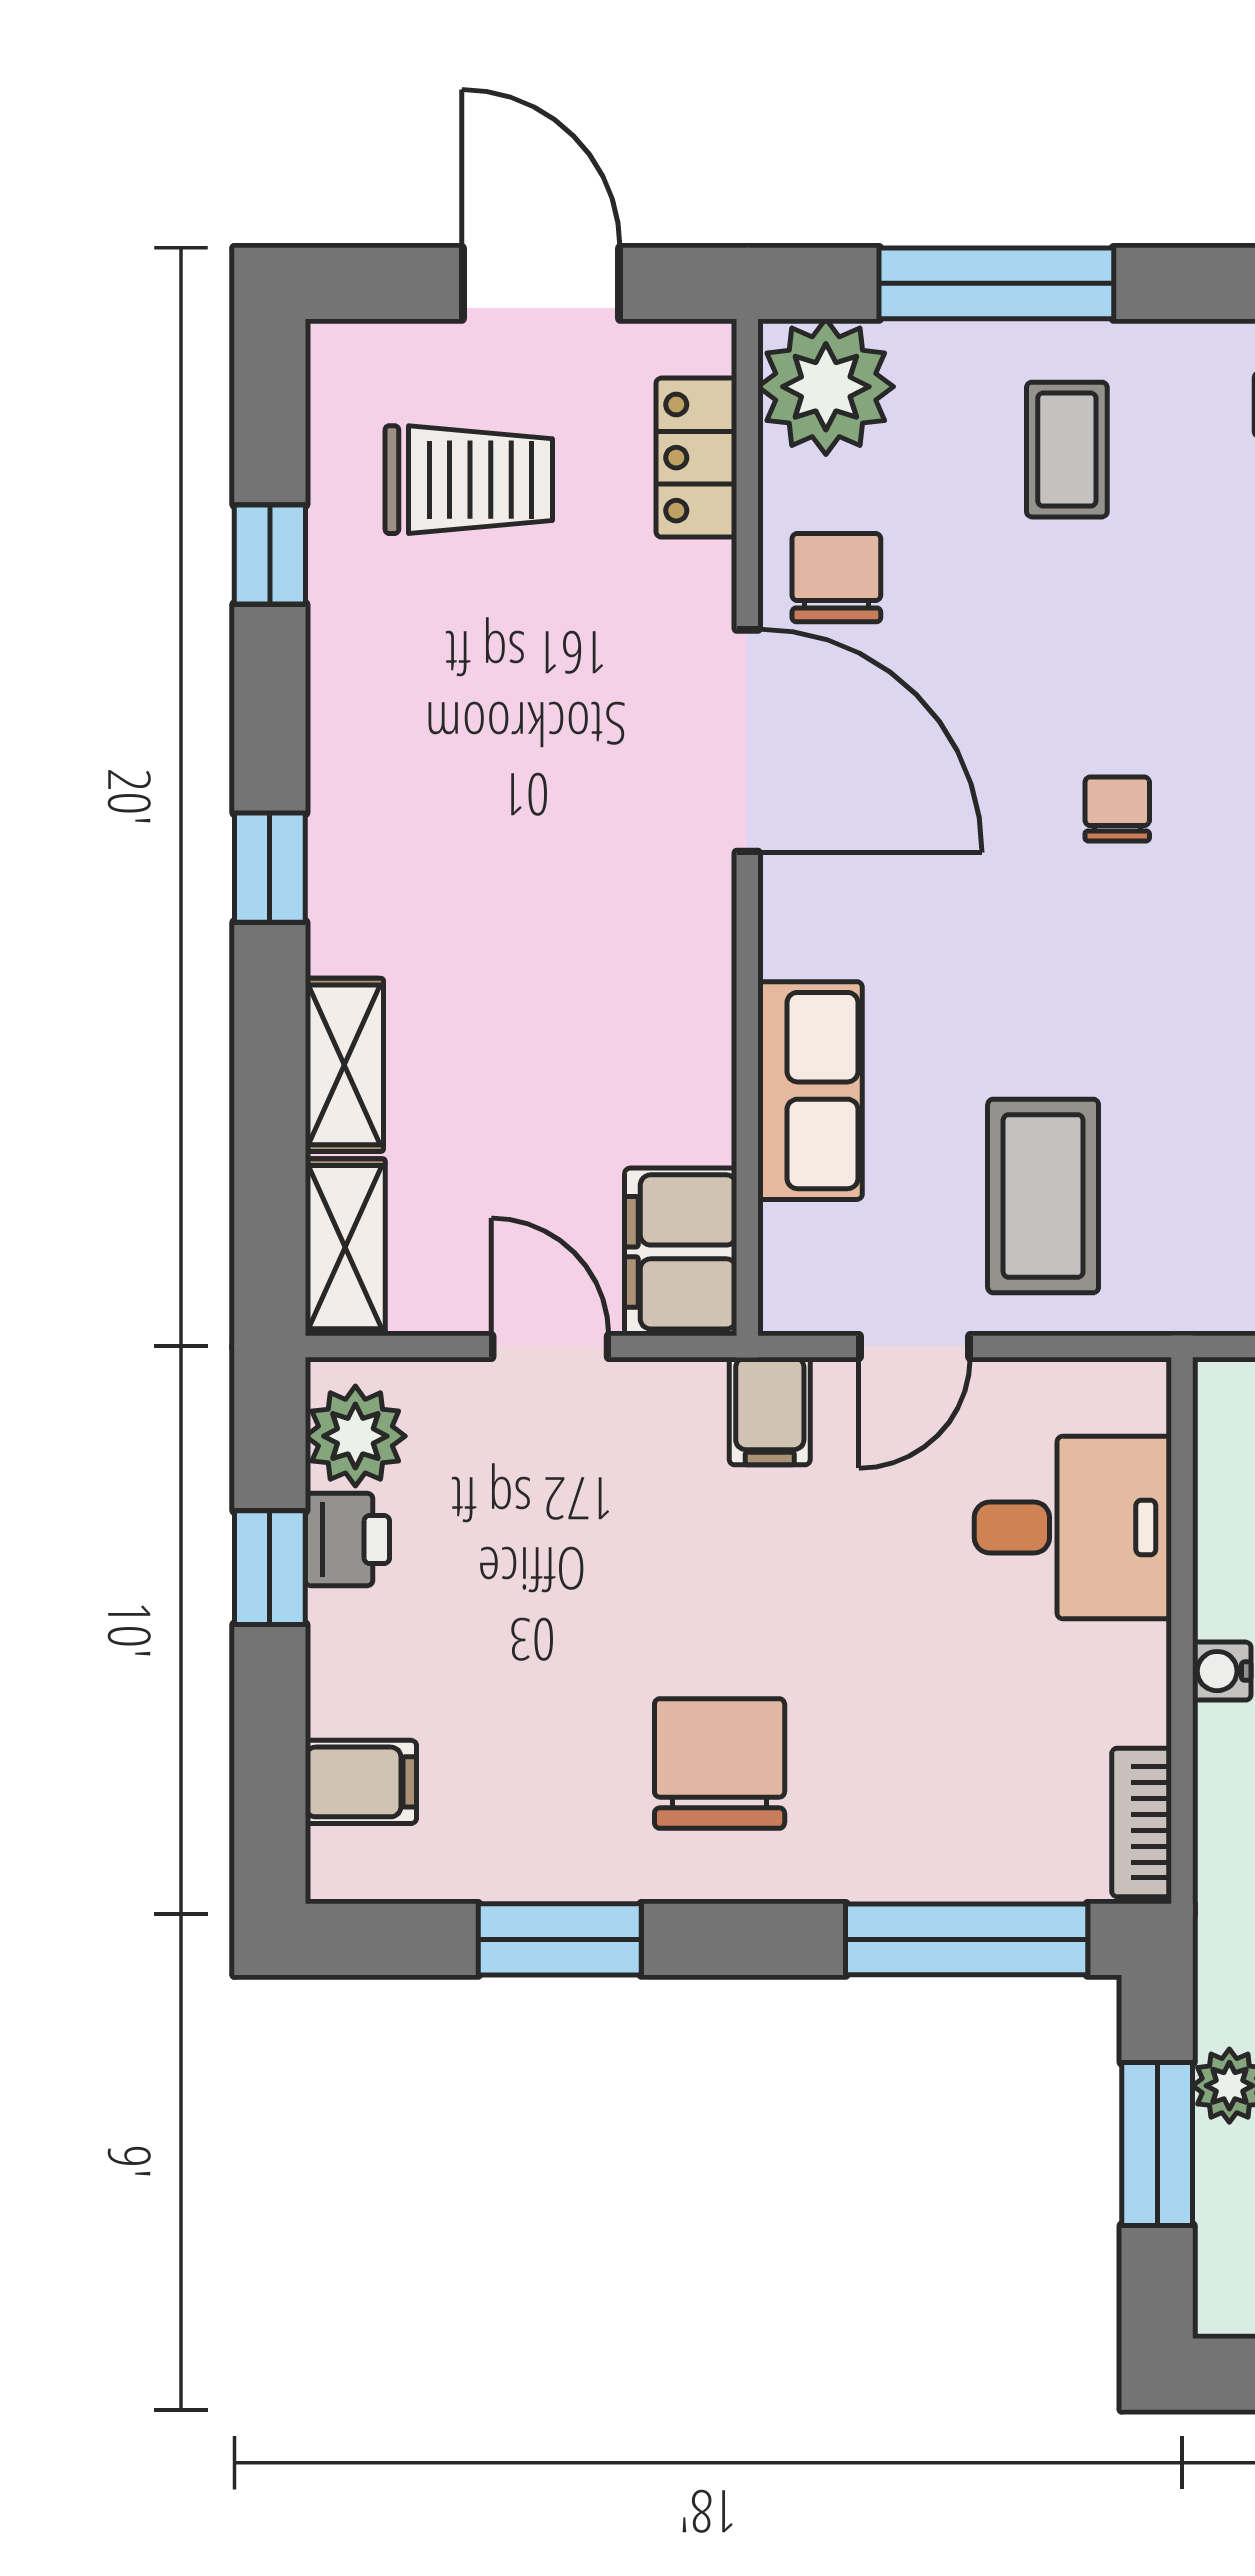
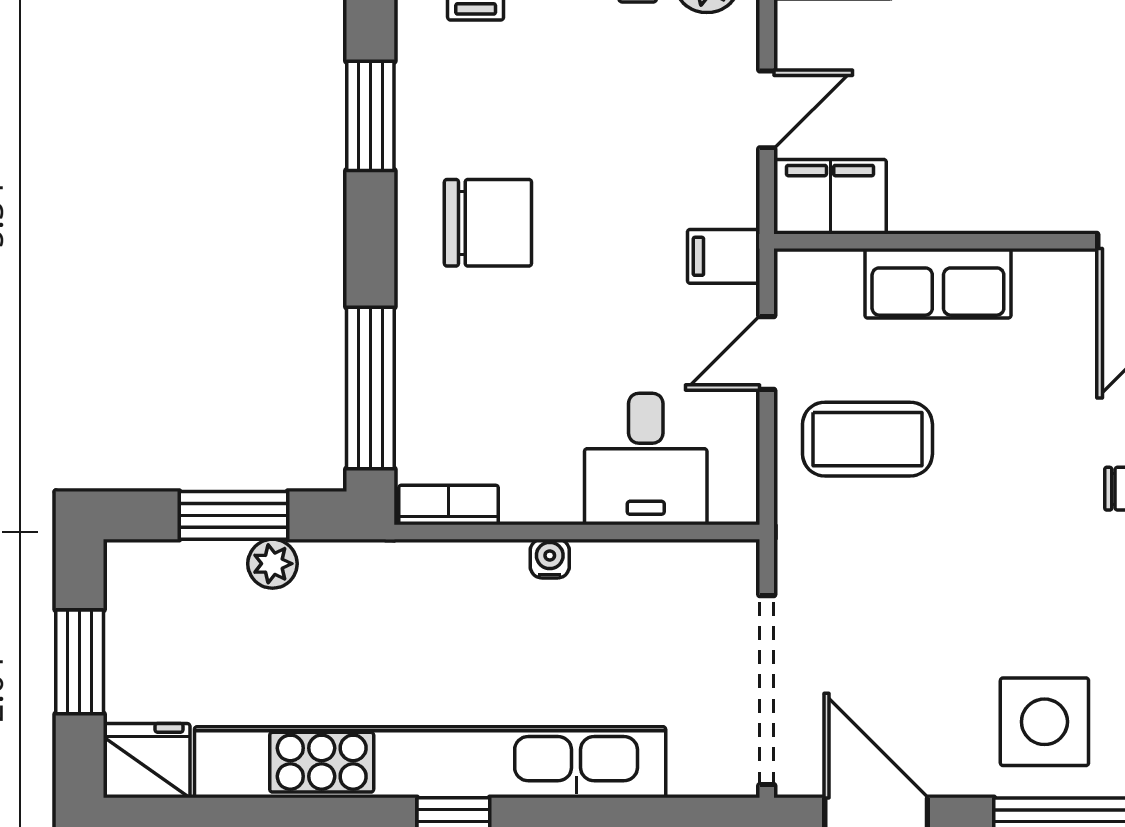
door: (914, 1346) -> (767, 353), hinge flipped

